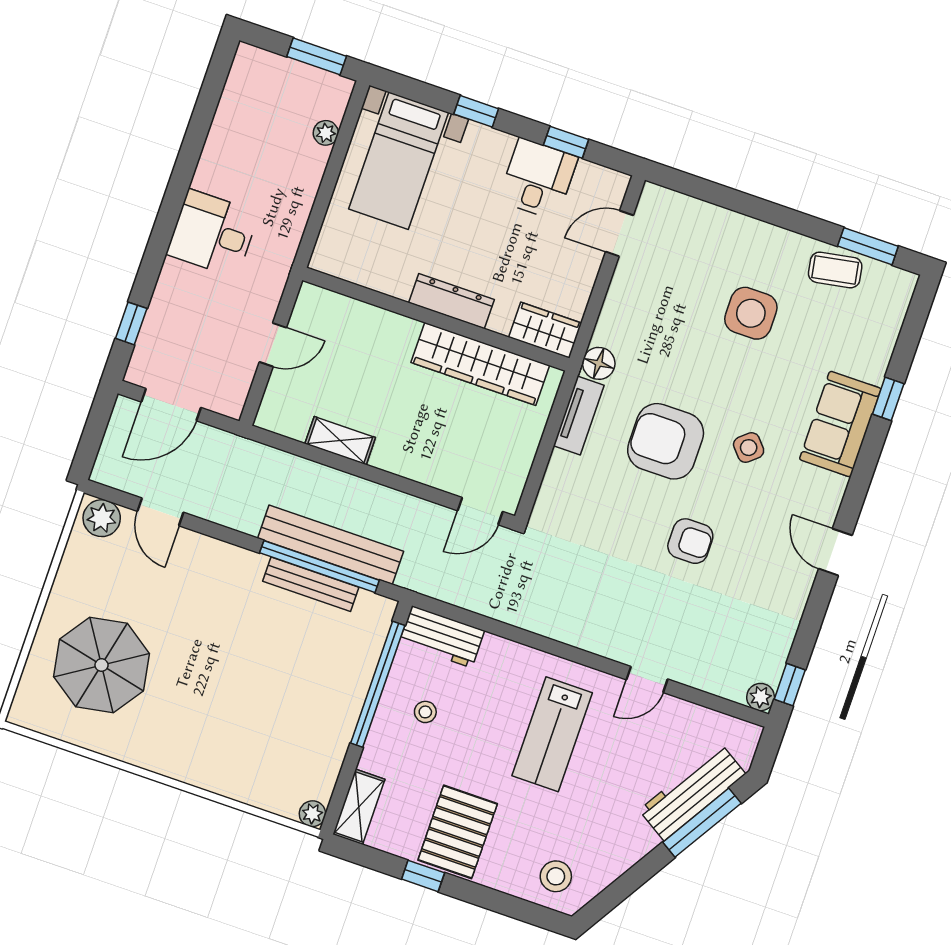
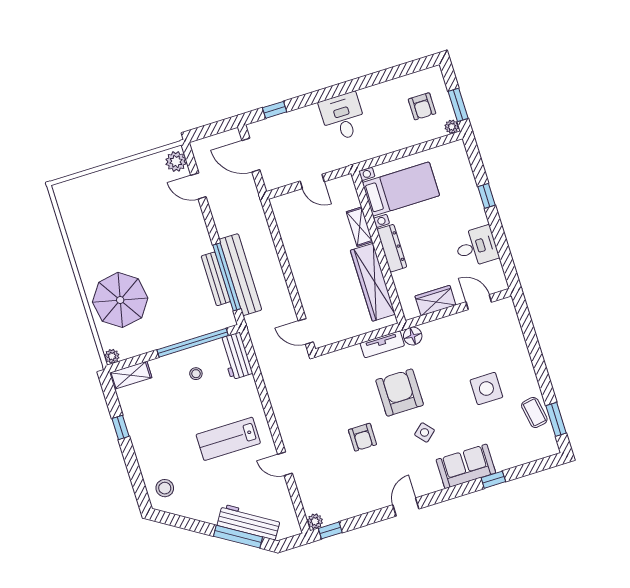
armchair: (281, 109) -> (422, 106), added
plant: (326, 133) -> (452, 127), moved
window: (566, 142) -> (502, 247), removed
bed with nightstands: (399, 161) -> (401, 189), moved, turned 180
wardrobe: (545, 330) -> (435, 301), moved, turned -90
shelving: (340, 441) -> (359, 227), moved
door: (160, 512) -> (198, 186), hinge flipped
parasol: (102, 665) -> (120, 300), moved
pallet: (458, 832) -> (152, 428), removed

